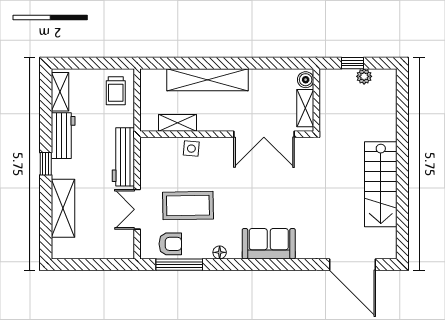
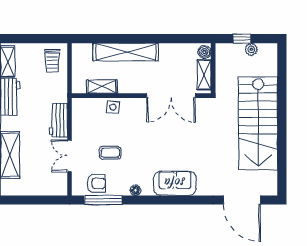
workbench: (123, 157) -> (58, 120), width x0.73
stairs: (381, 184) -> (258, 123), width x1.36, depth x1.51
coffee table: (188, 206) -> (110, 153), width x0.54, depth x0.58

